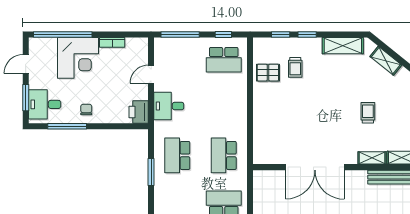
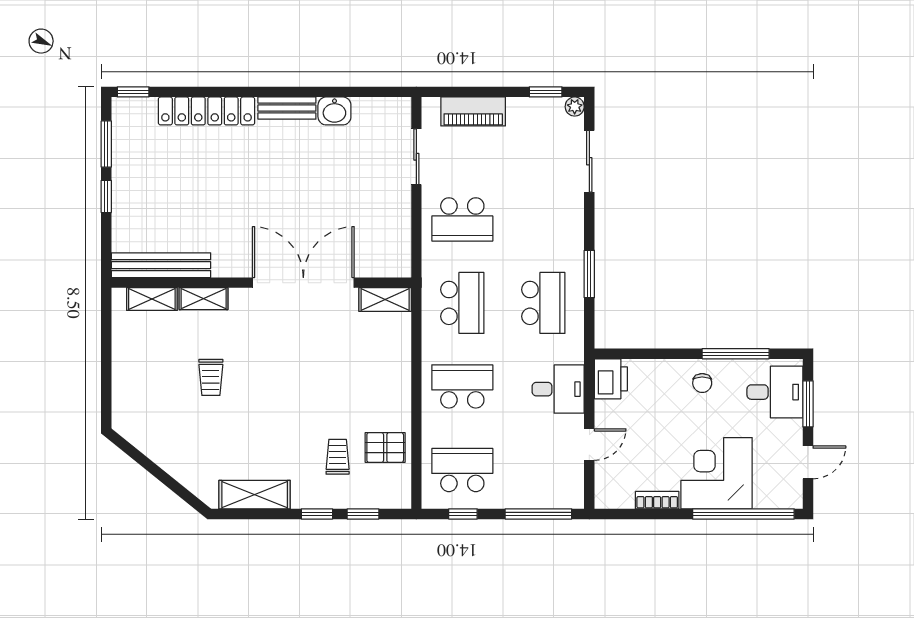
shelving: (386, 61) -> (385, 299), moved, turned -39
school desk: (224, 108) -> (462, 386), added

